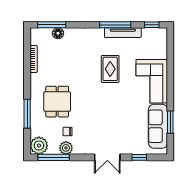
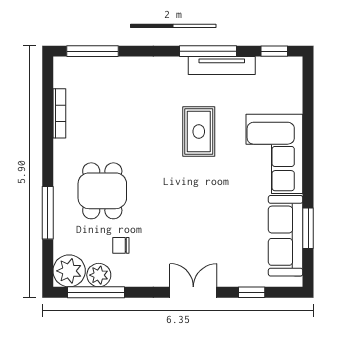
floor lamp: (58, 33) -> (104, 67), removed
plant: (66, 148) -> (99, 275), moved
double door: (107, 157) -> (193, 292), swing flipped

